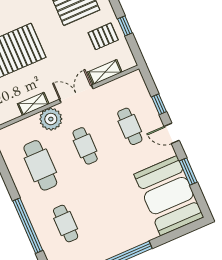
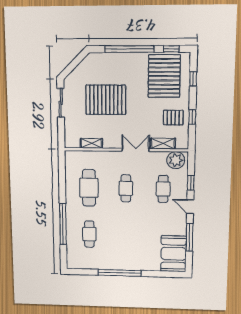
shelving: (33, 104) -> (91, 143), moved
plant: (51, 119) -> (176, 160), moved
window: (188, 172) -> (189, 237), width x1.44
booth: (169, 196) -> (174, 254), width x0.73, depth x0.70

